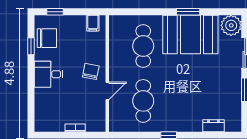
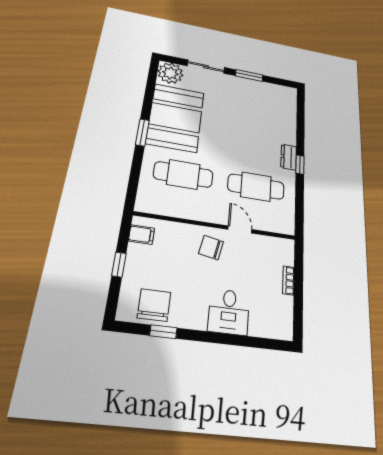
window: (55, 12) -> (119, 265), moved
window: (188, 12) -> (142, 132), moved
desk: (48, 74) -> (229, 312), moved
dresser: (213, 126) -> (289, 157), moved

